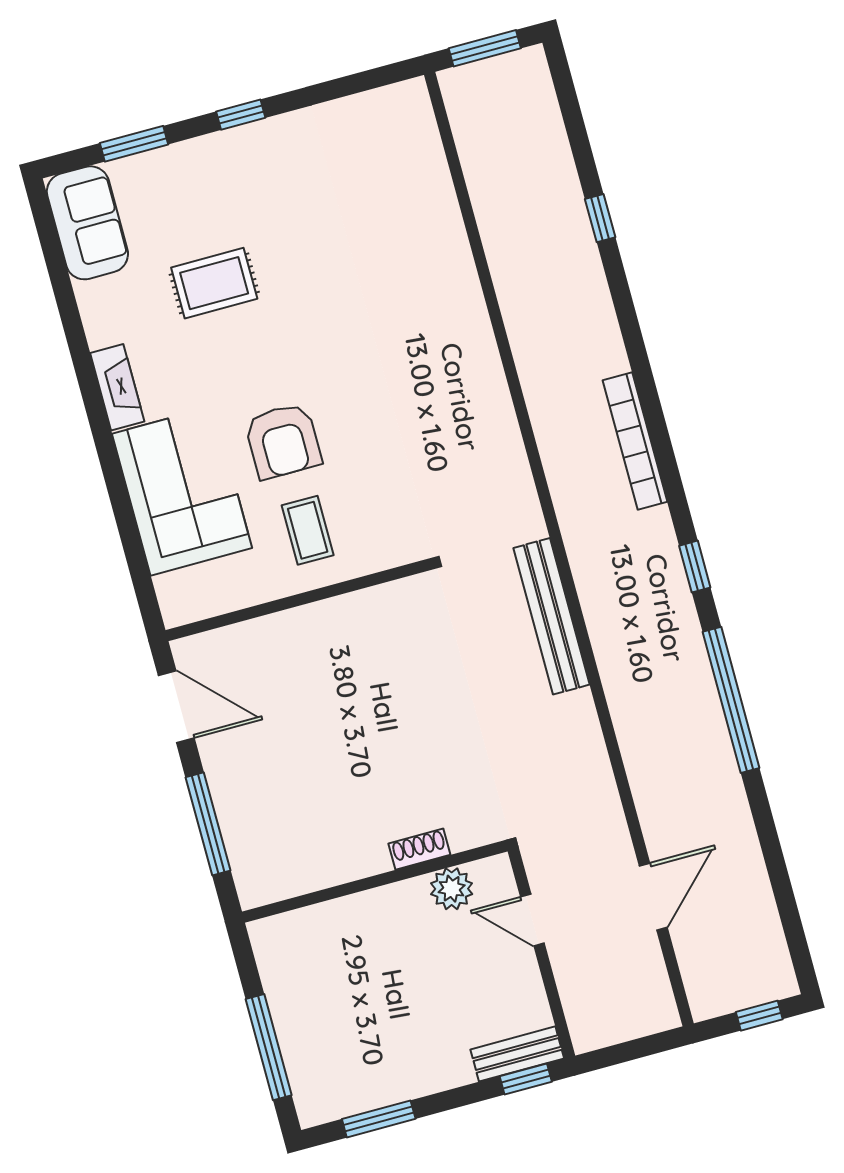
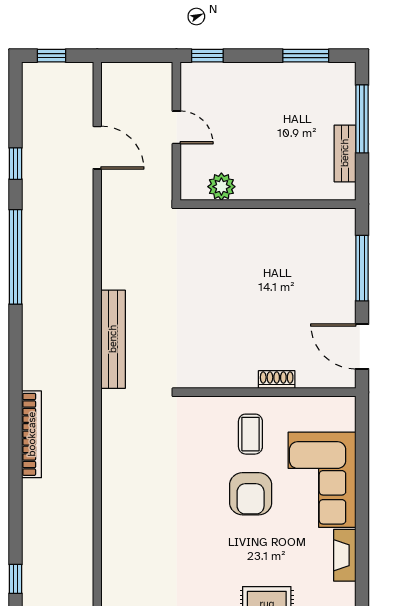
armchair: (283, 441) -> (251, 494), turned 180
window: (695, 567) -> (16, 164), moved
shoe rack: (419, 849) -> (277, 380), moved, turned 180
door: (653, 897) -> (97, 148), swing flipped
door: (532, 920) -> (176, 127), moved
bench: (517, 1054) -> (345, 153), moved, turned 90

